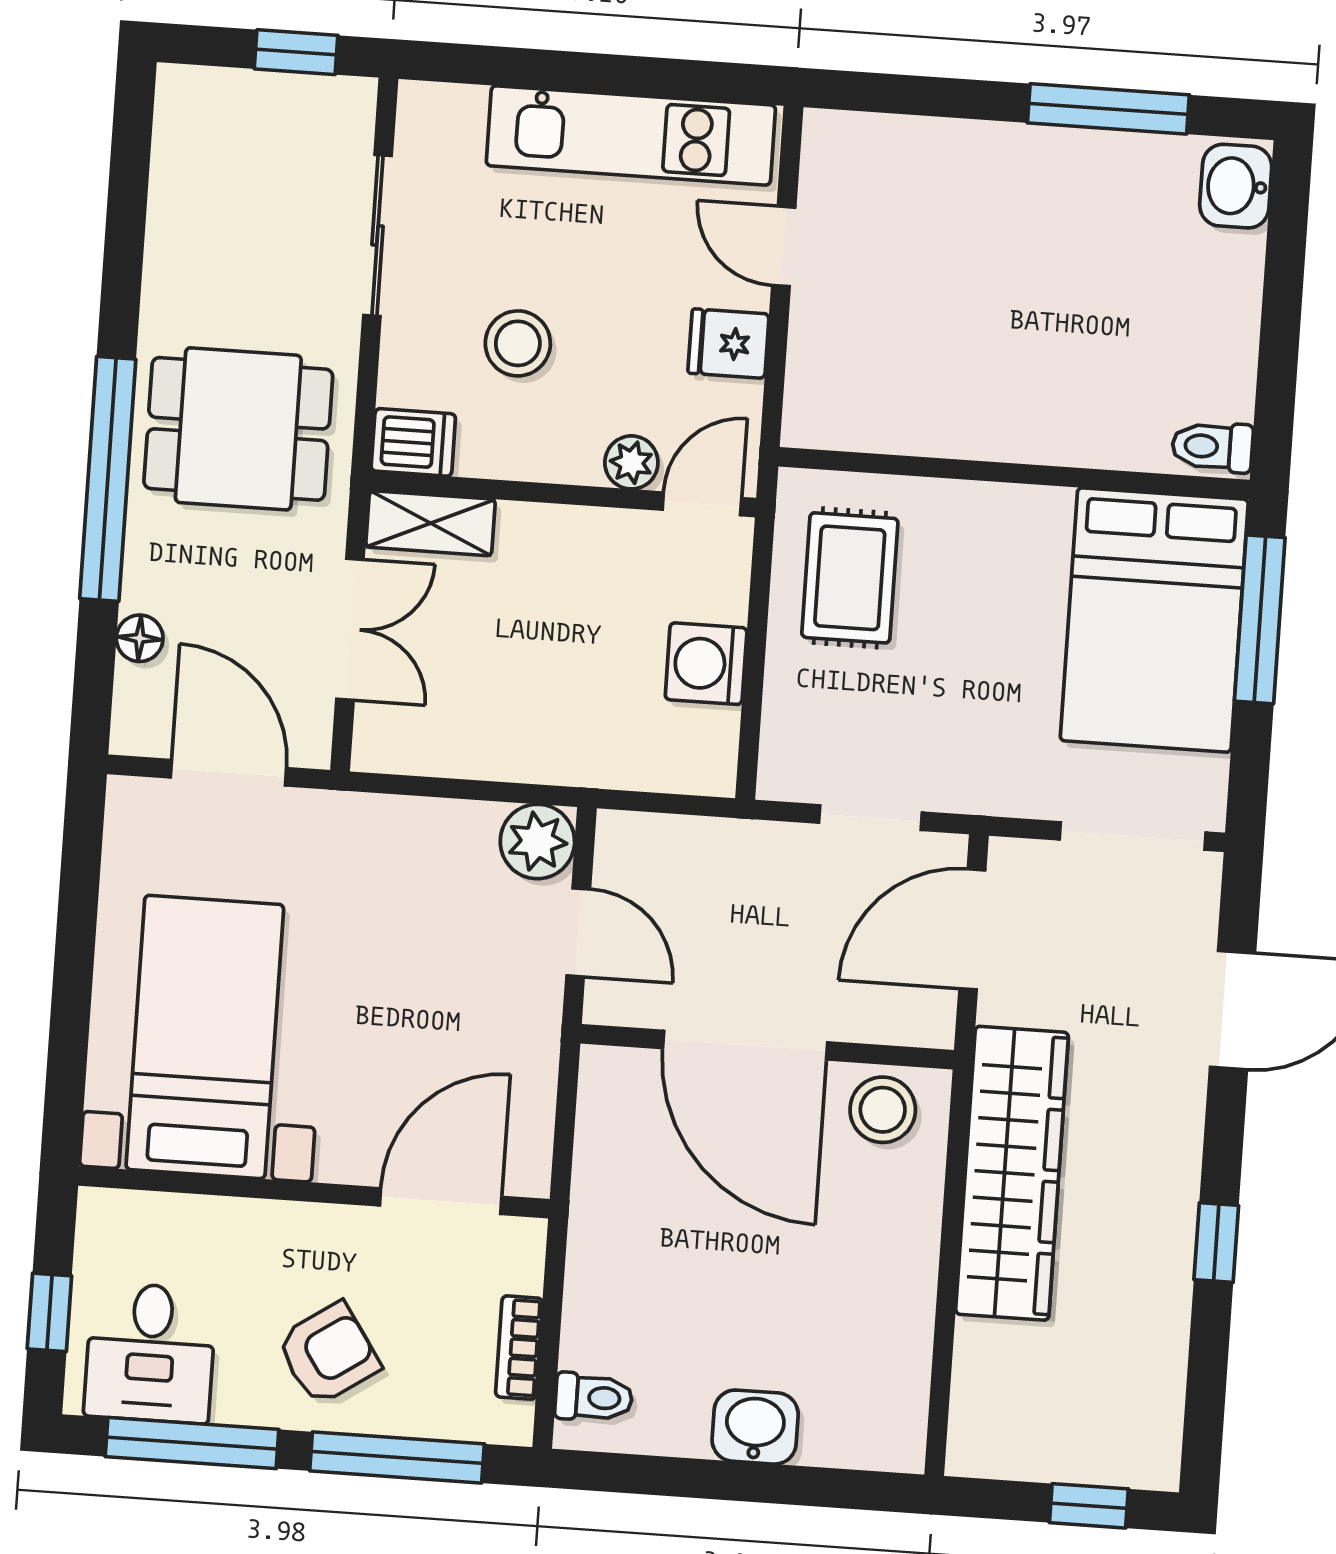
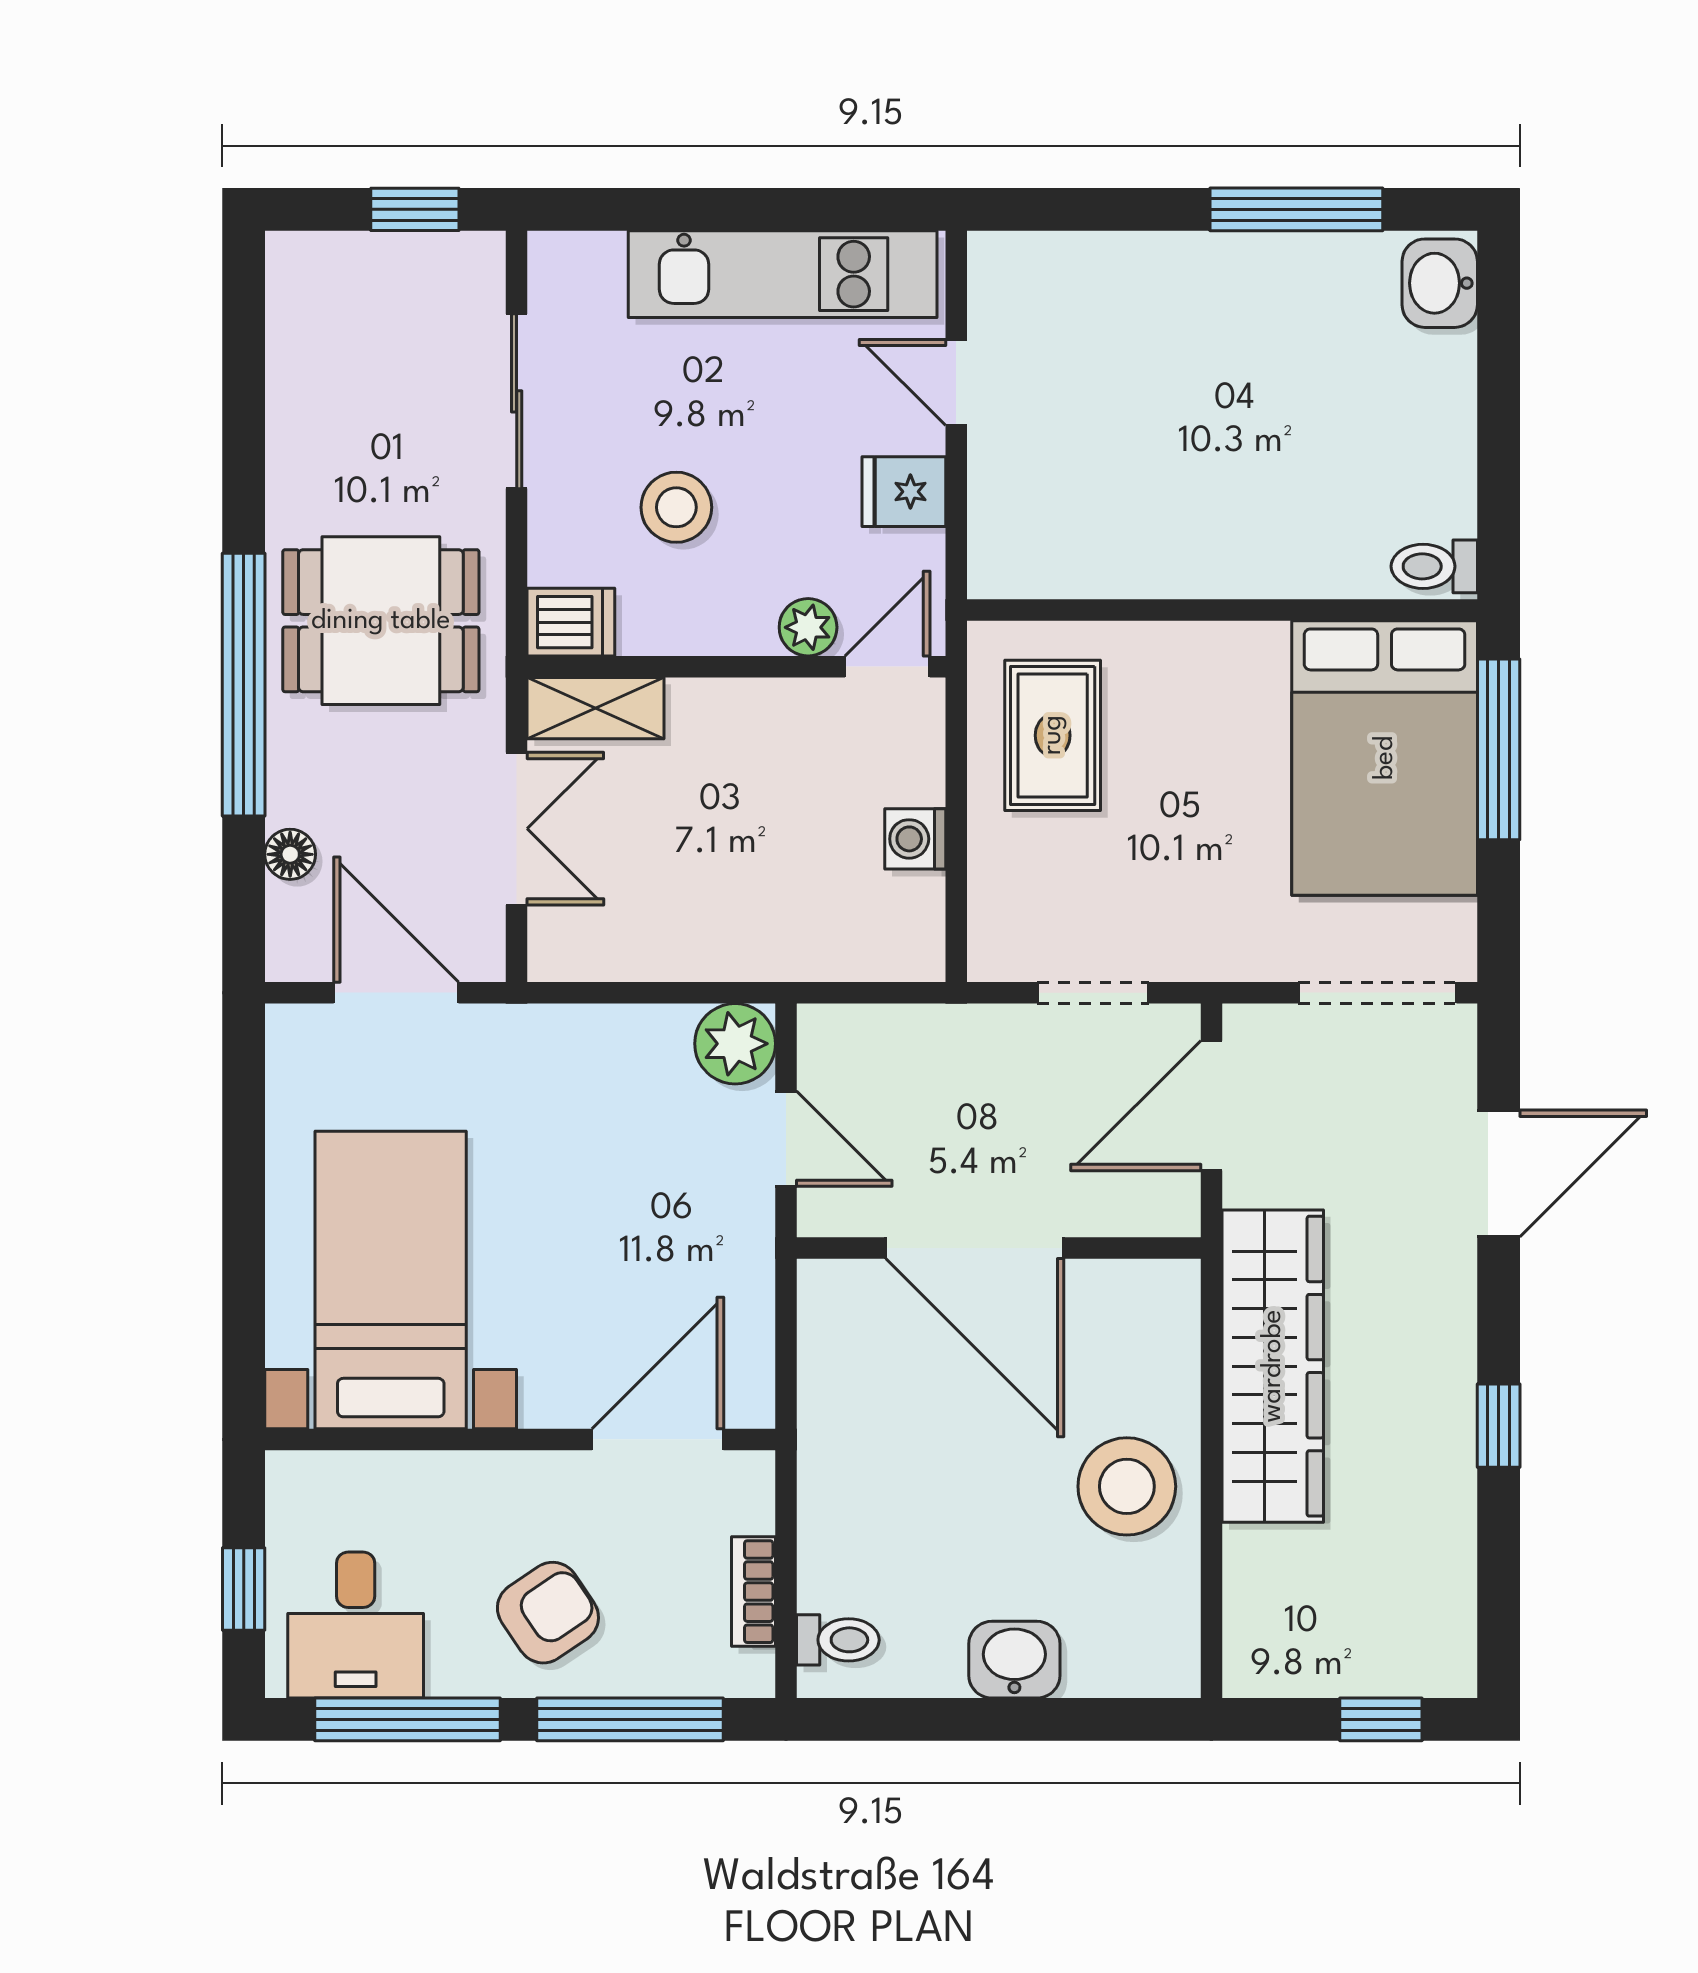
washing machine: (706, 664) -> (915, 839), width x0.73, depth x0.73
stool: (883, 1110) -> (1127, 1486), moved, width x1.38, depth x1.38

